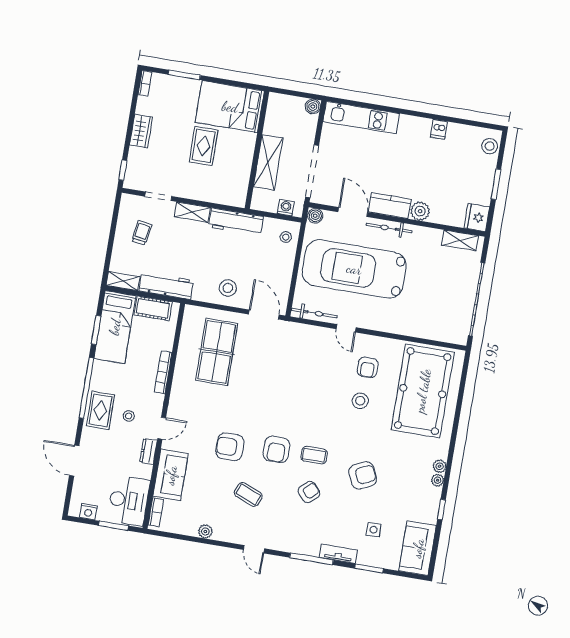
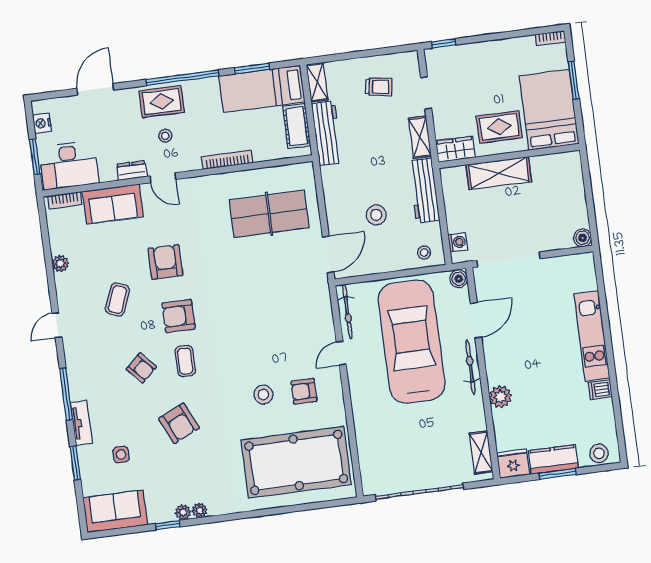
bed: (230, 107) -> (549, 110), moved
kitchen unit: (361, 118) -> (592, 336), moved
wardrobe: (141, 131) -> (455, 149), moved, turned 180
wall: (257, 150) -> (509, 156), moved
shelving: (268, 162) -> (499, 173), moved
kitchen counter: (390, 206) -> (553, 459), moved, turned -90
stool: (228, 288) -> (376, 215), moved
plant: (440, 466) -> (183, 512), moved

